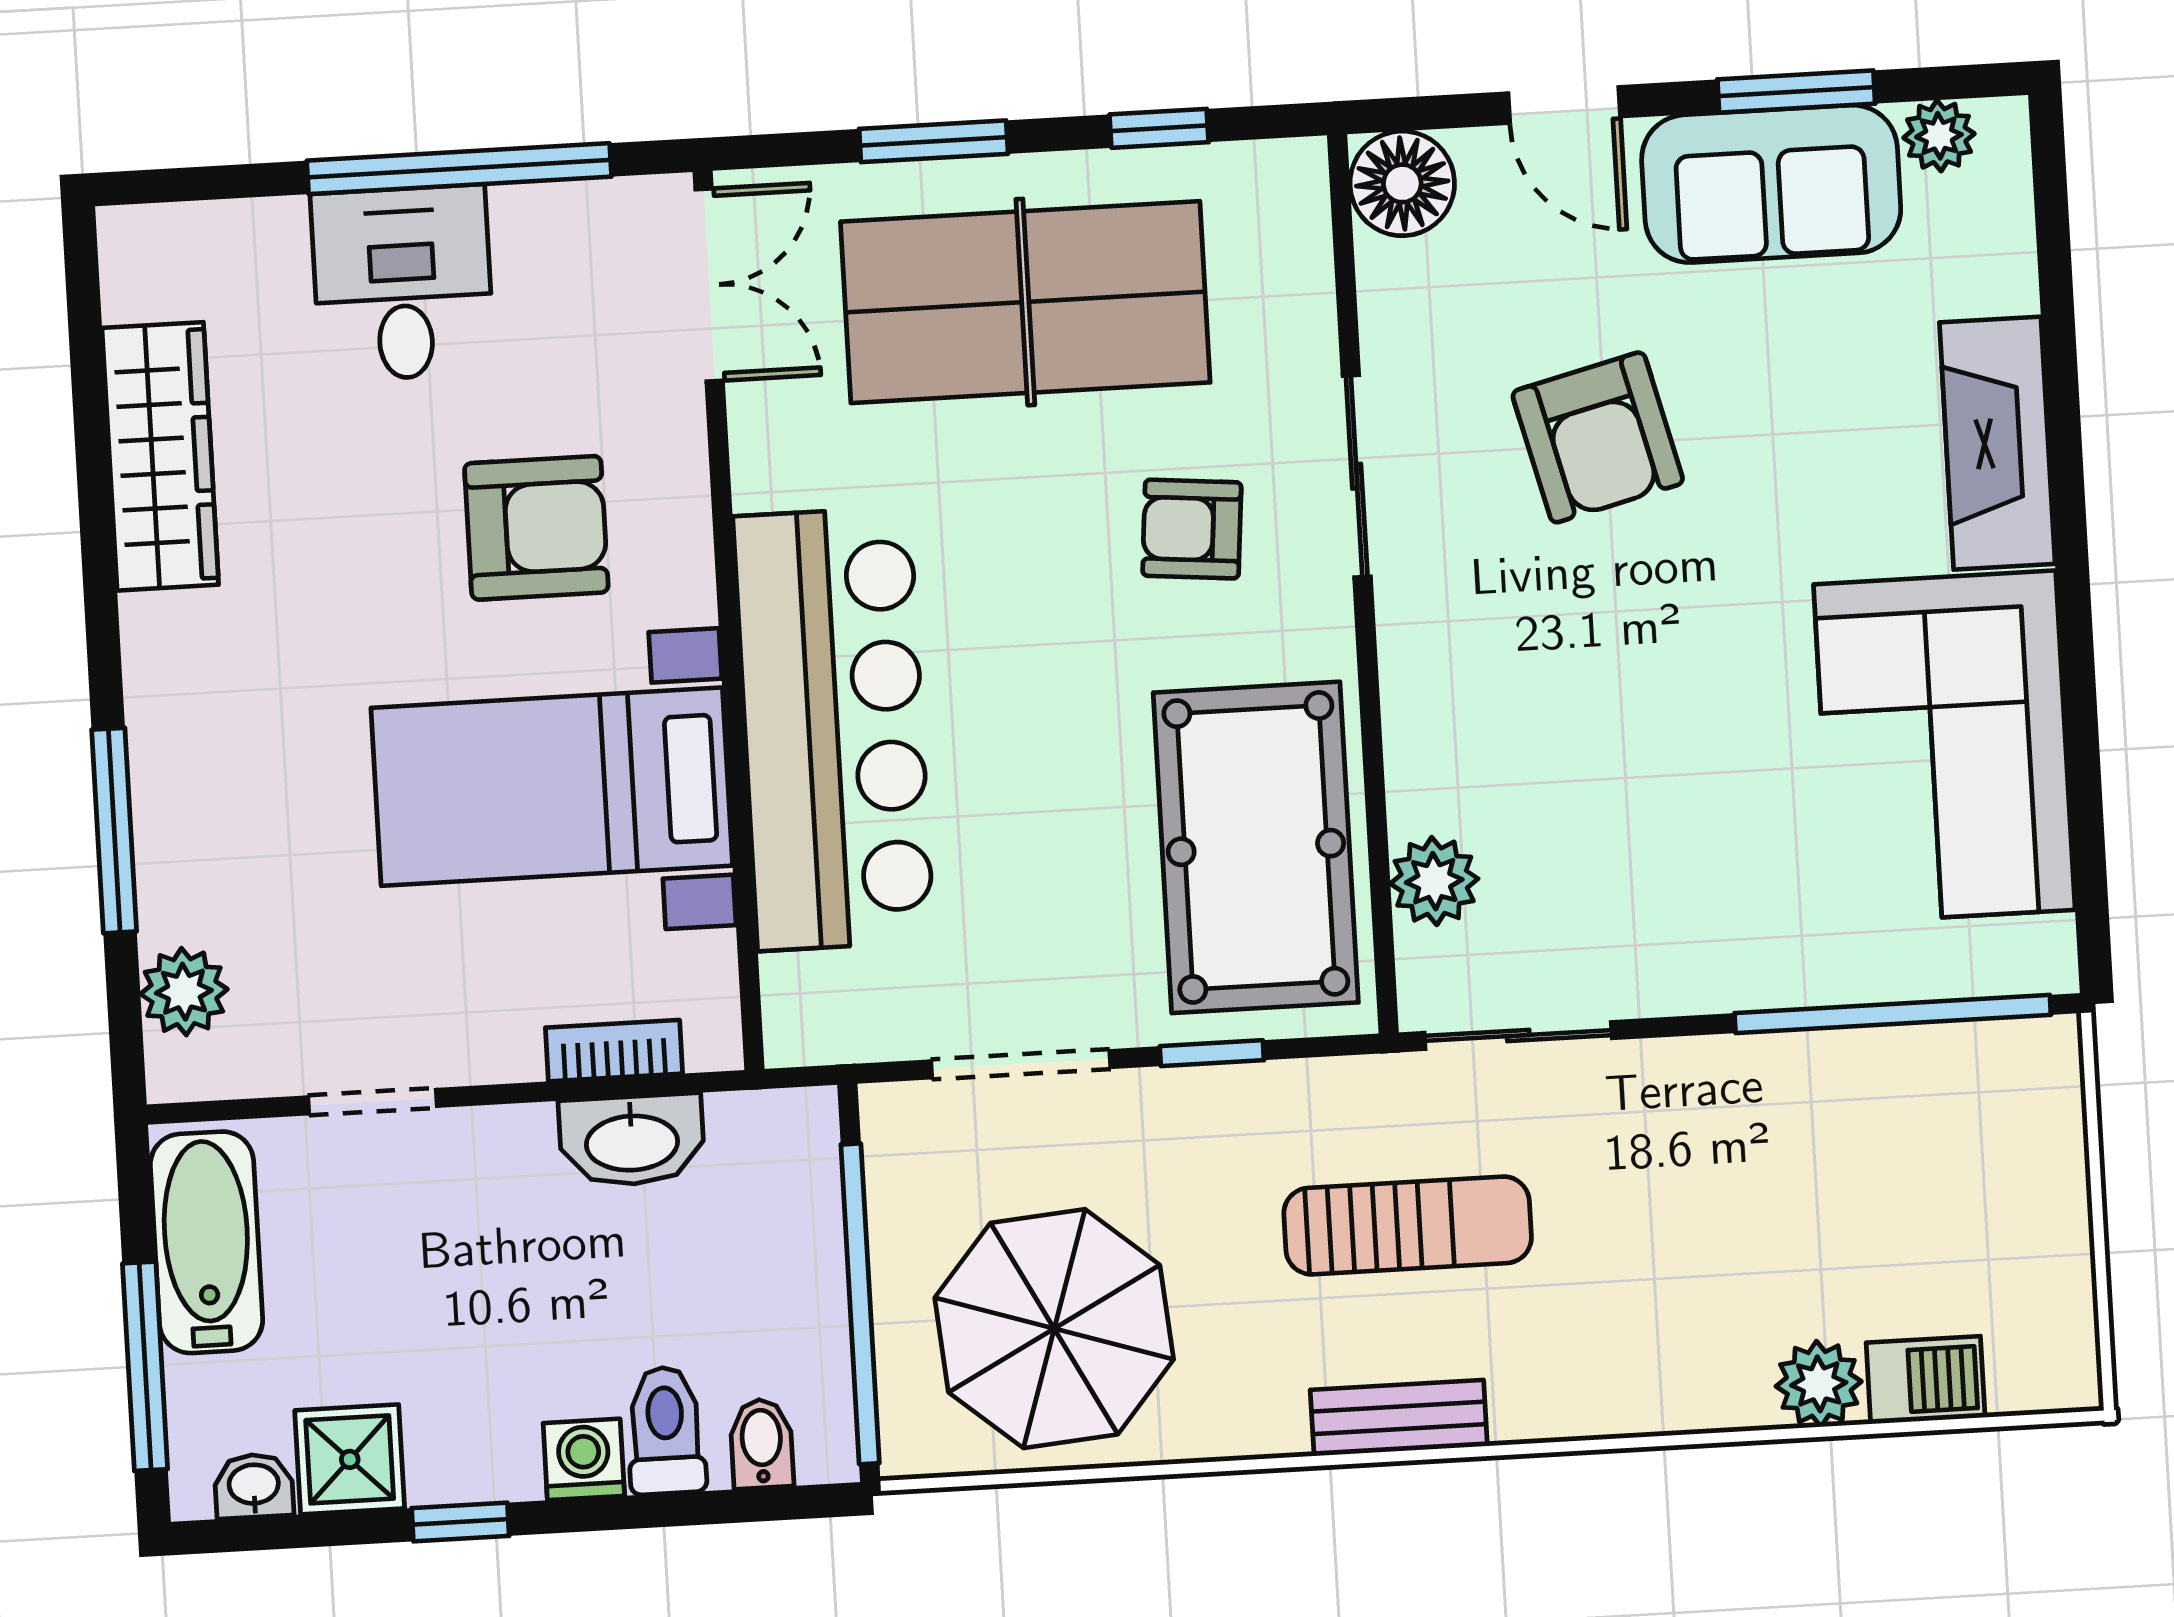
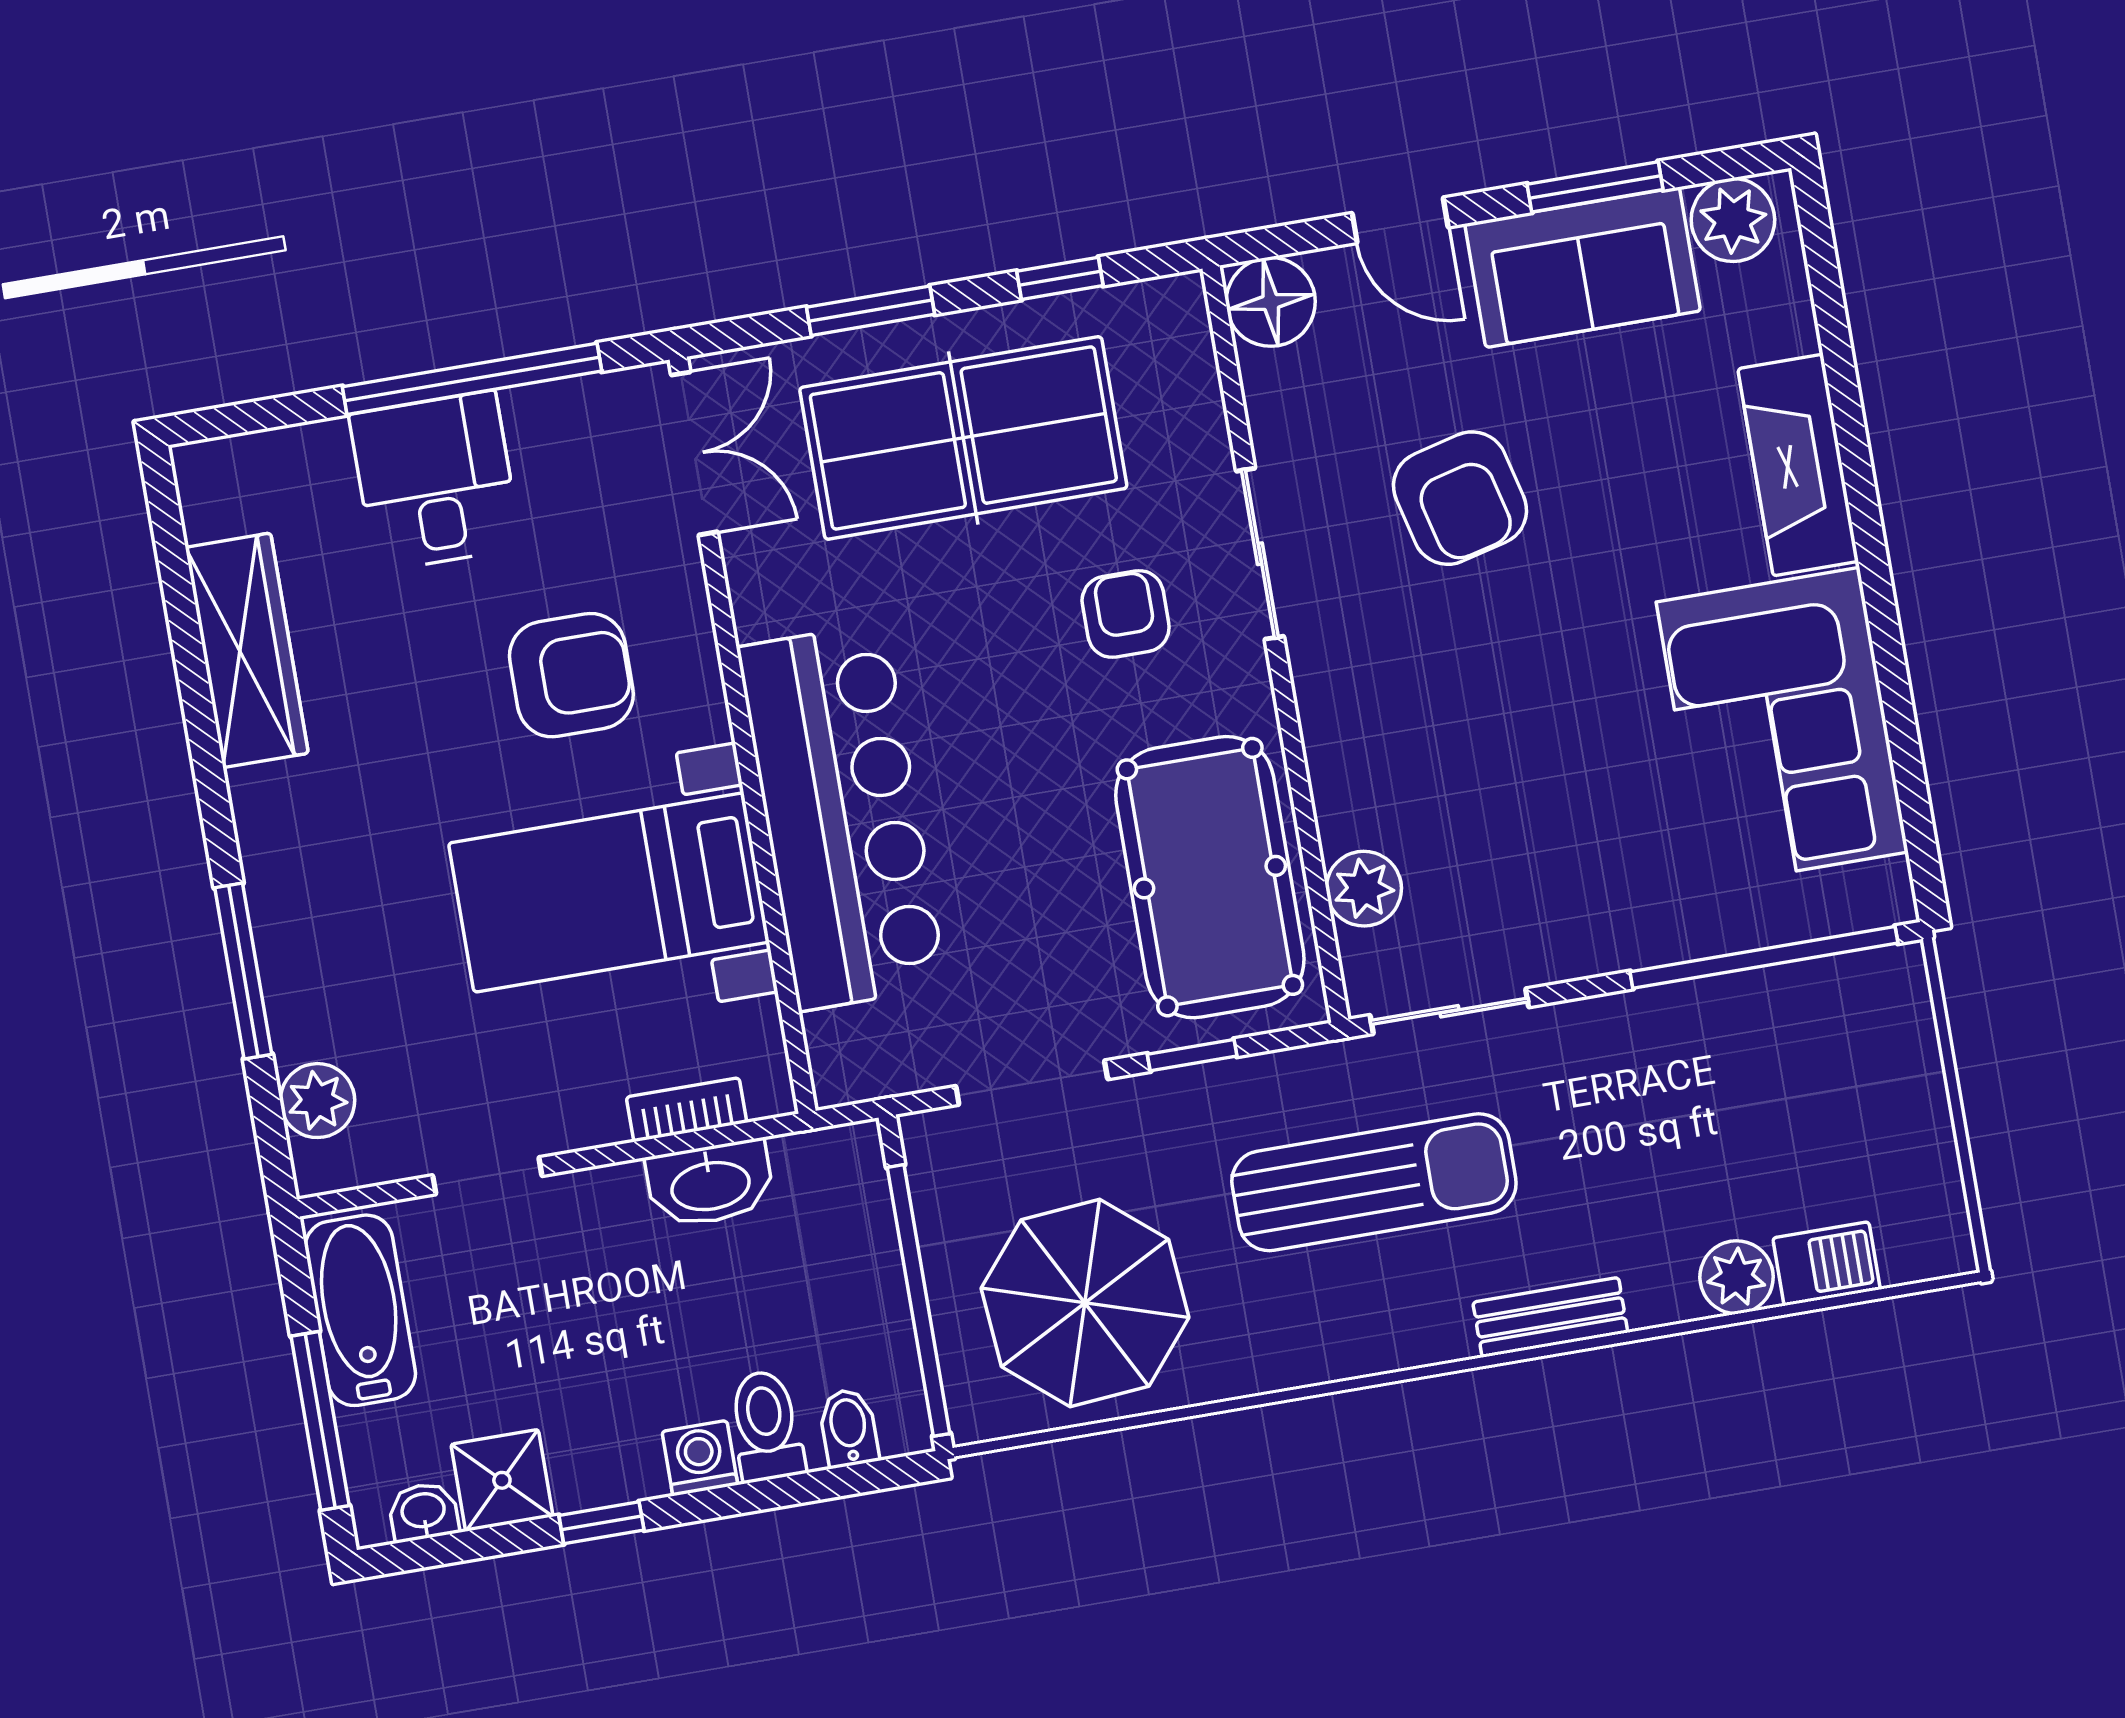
plant: (1939, 136) -> (1733, 220), width x1.38, depth x1.38
armchair: (1192, 529) -> (1126, 614), turned 85
sun lounger: (1408, 1225) -> (1374, 1182), width x1.36, depth x1.34
bench: (1399, 1418) -> (1550, 1317), moved

